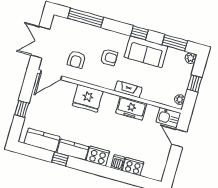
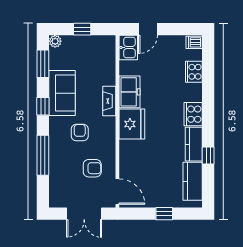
window: (86, 18) -> (43, 155), moved
fridge: (88, 98) -> (132, 124), moved
plant: (180, 99) -> (105, 41), removed
dishwasher: (118, 163) -> (194, 42), moved

